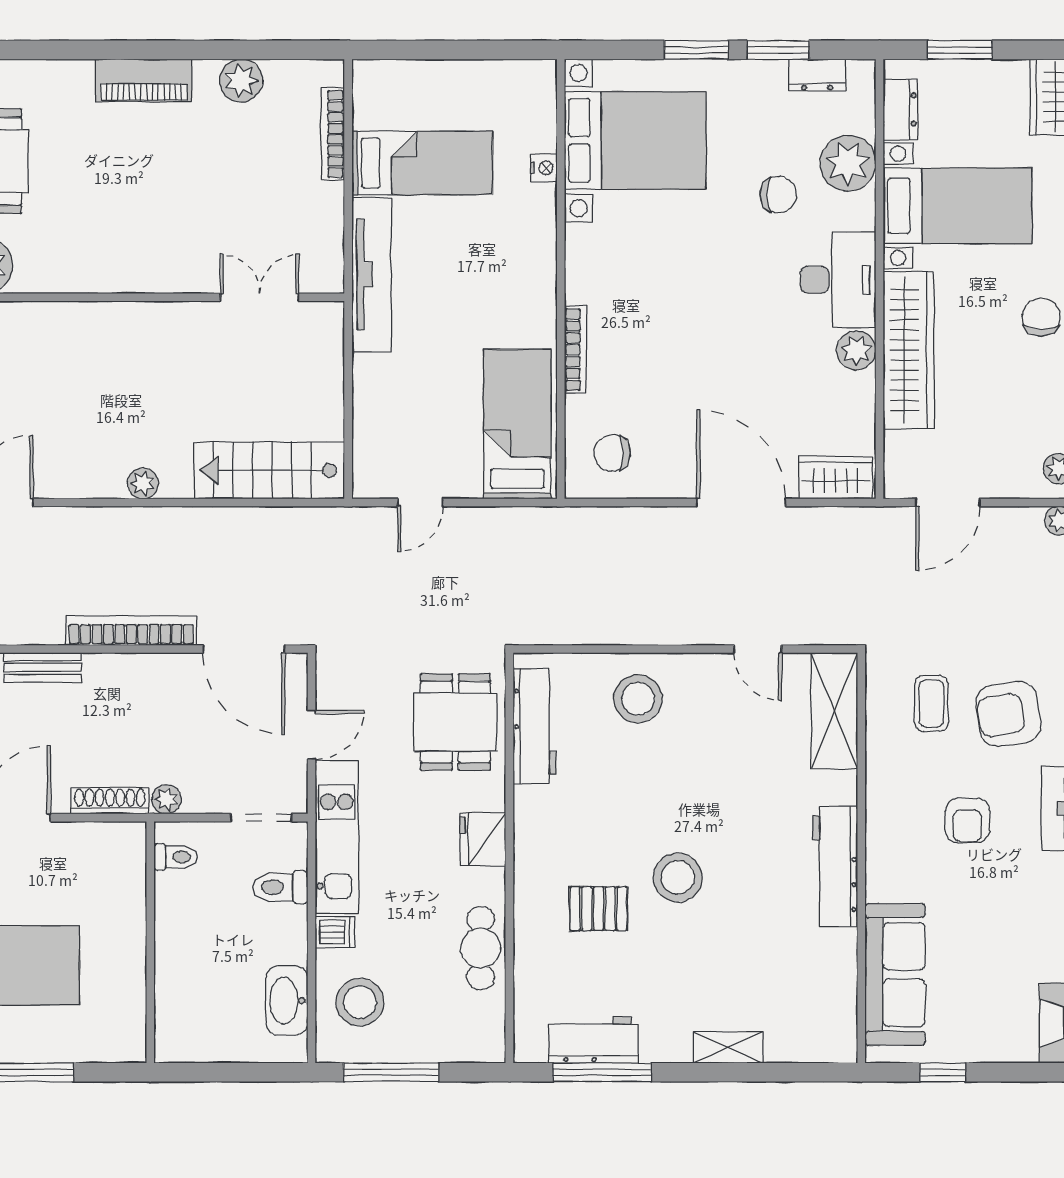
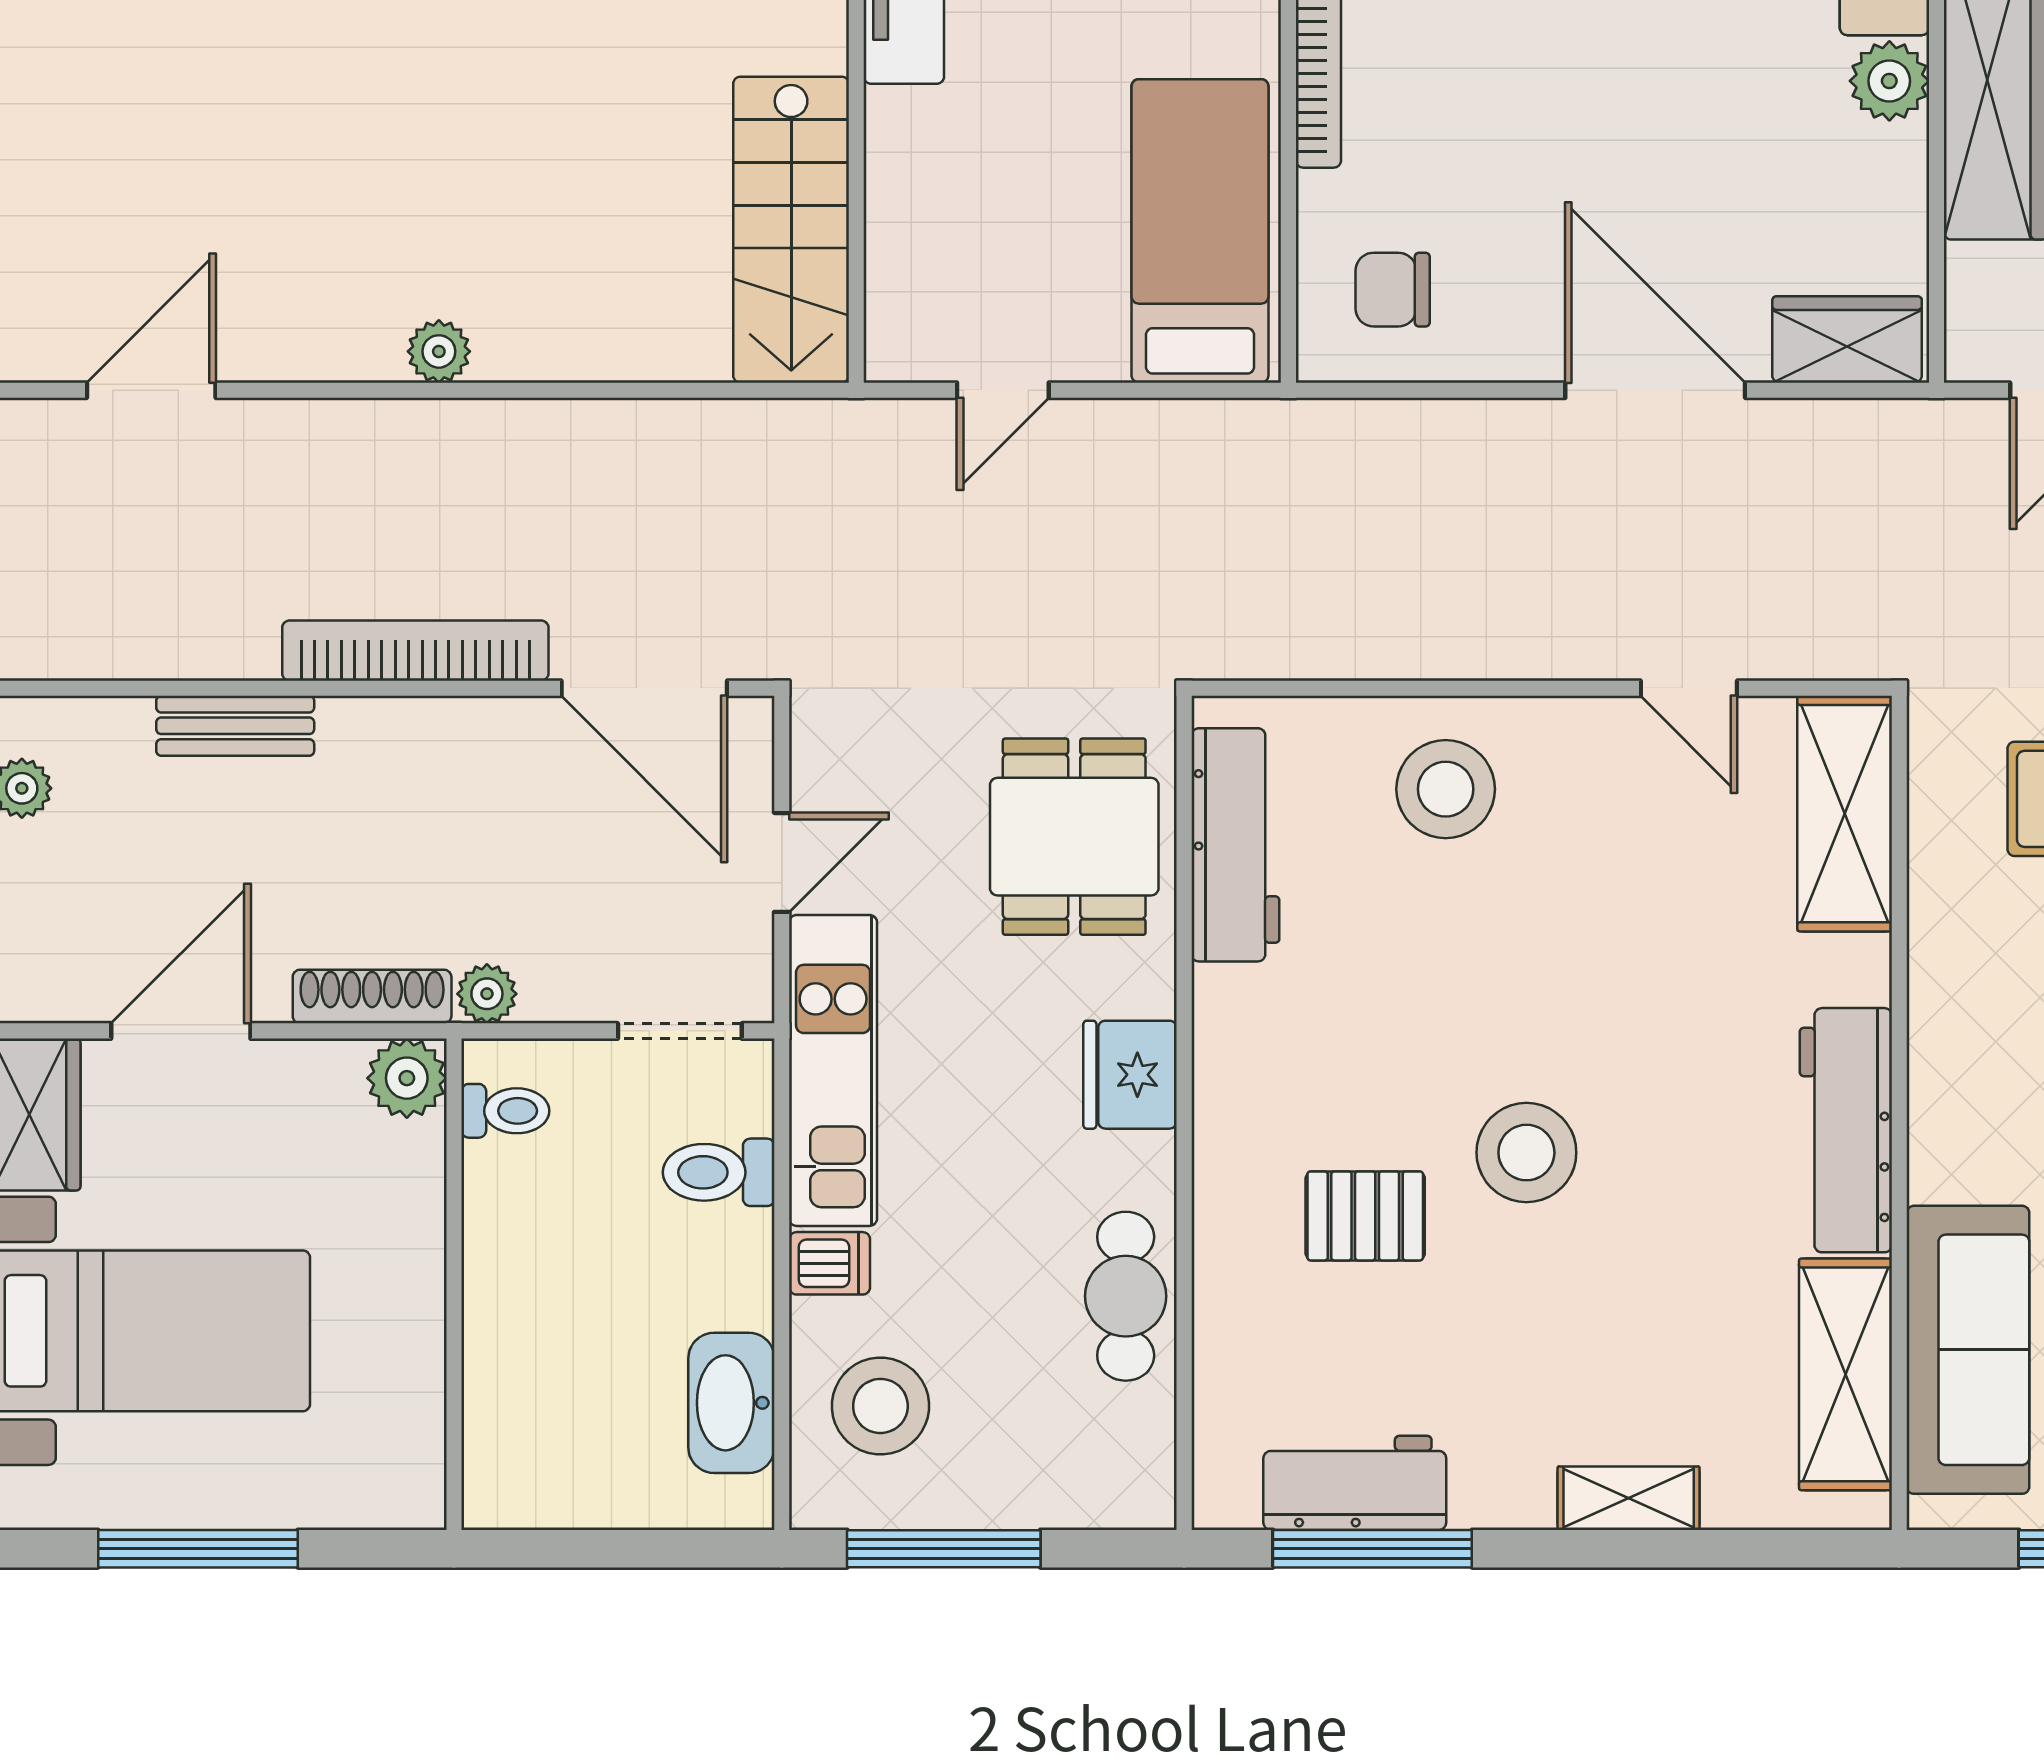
stairs: (269, 470) -> (791, 230), moved, turned -90
plant: (127, 841) -> (407, 1078), added
shelving: (835, 987) -> (1845, 1374), added

